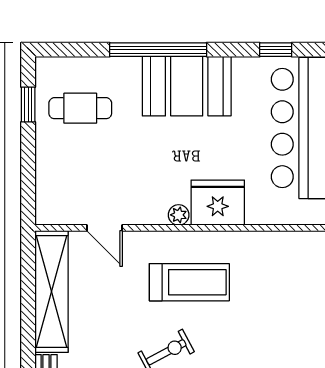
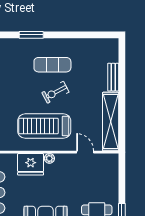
treadmill: (189, 282) -> (44, 126), width x1.37, depth x1.38

